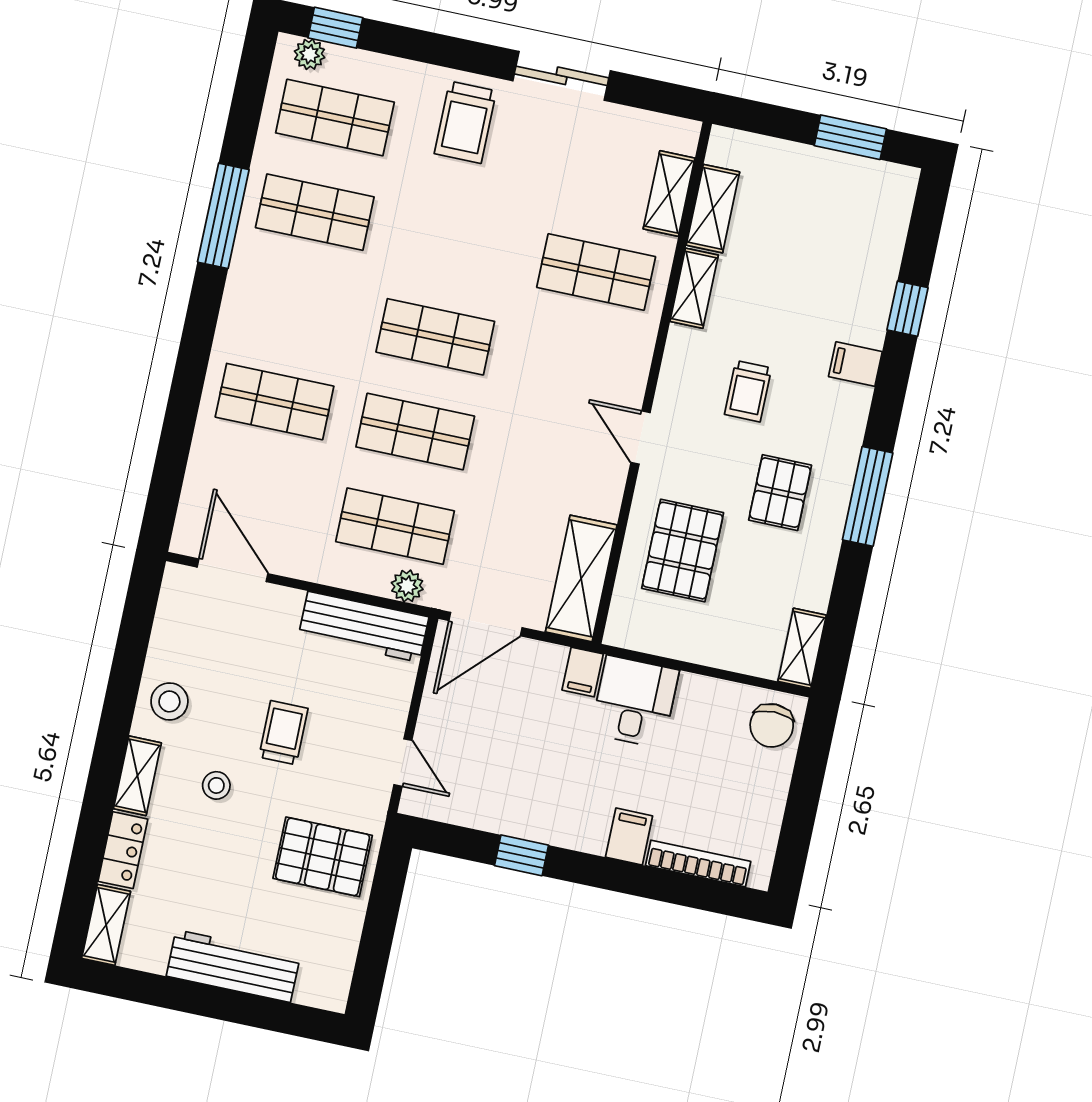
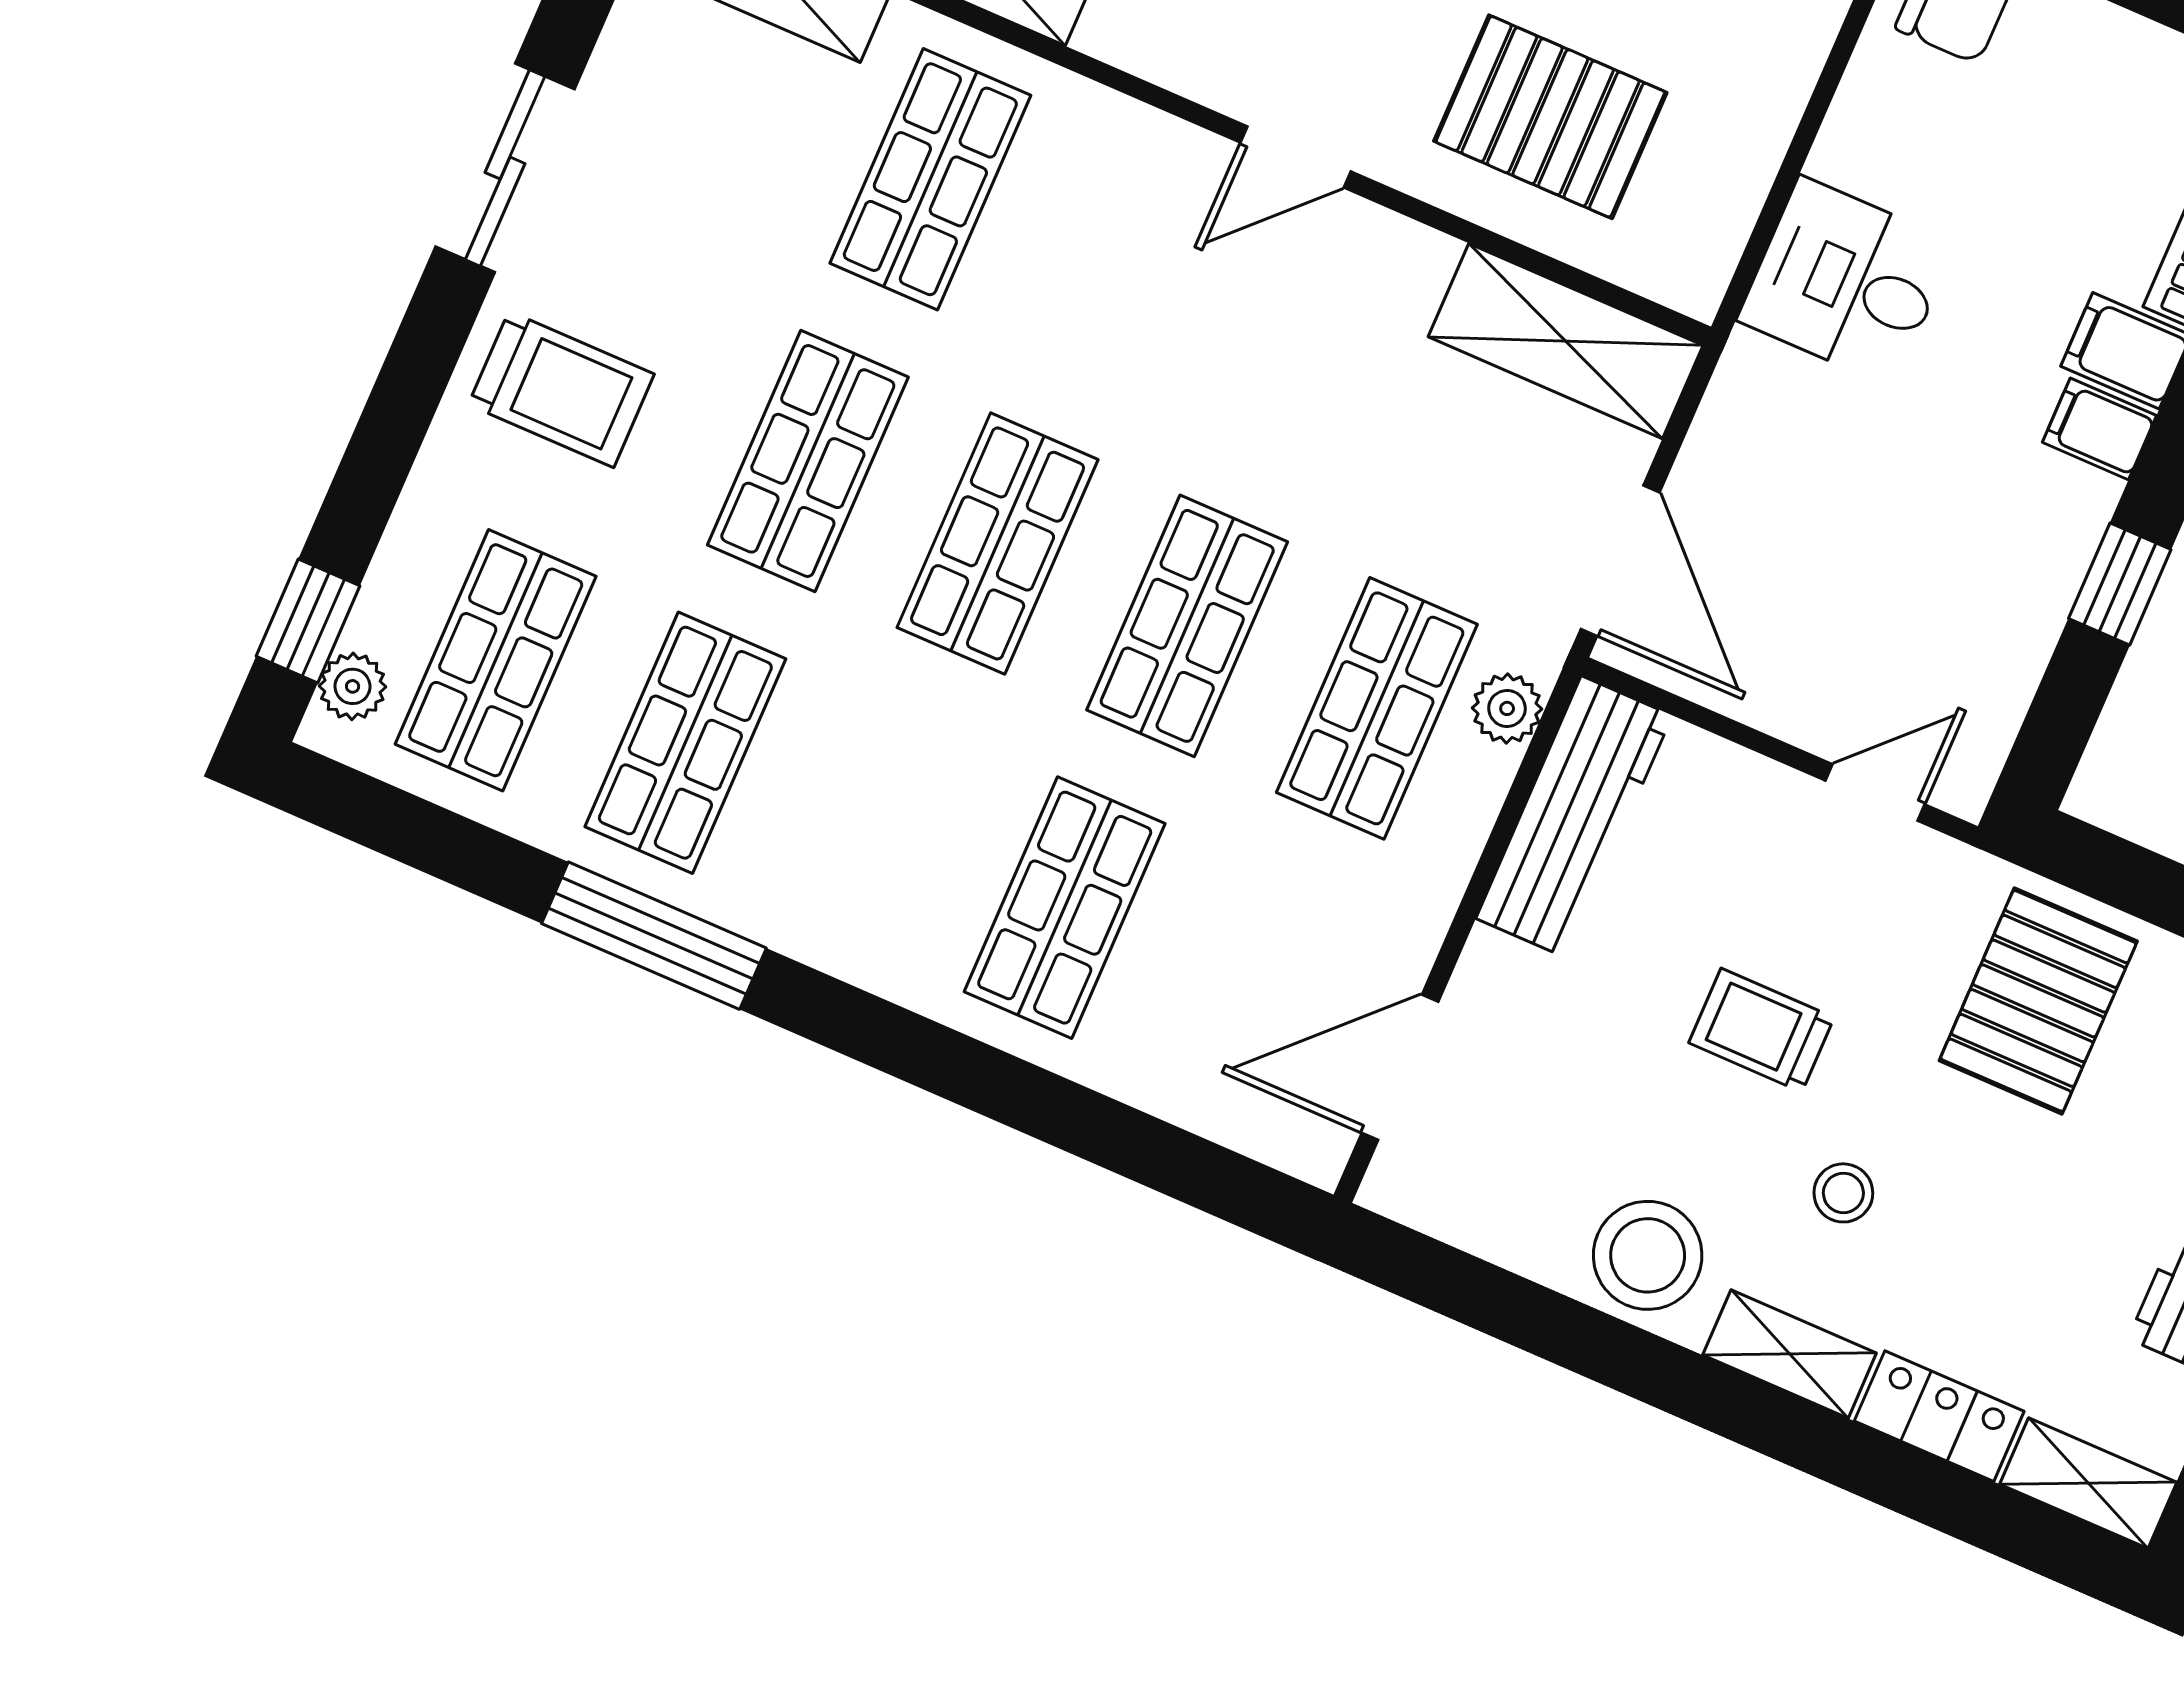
shop shelf: (455, 242) -> (808, 461), added
filing cabinet: (583, 672) -> (2099, 429), moved, turned 180
stool: (169, 701) -> (1648, 1255), width x1.38, depth x1.38

